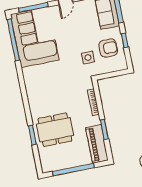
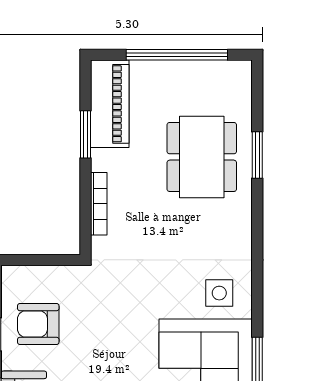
side table: (88, 58) -> (219, 293), moved
dining table: (55, 130) -> (202, 157), turned 90

